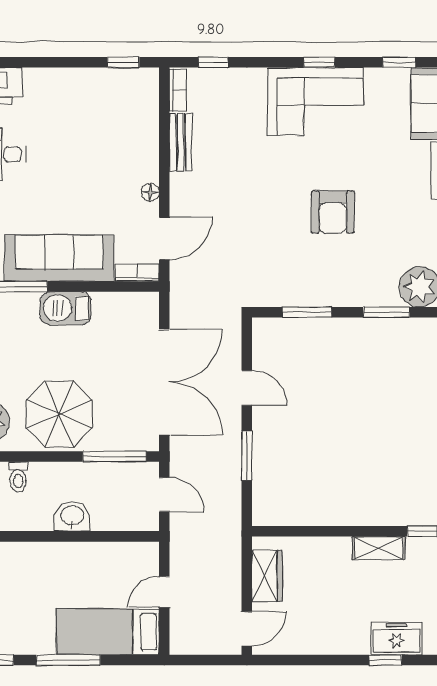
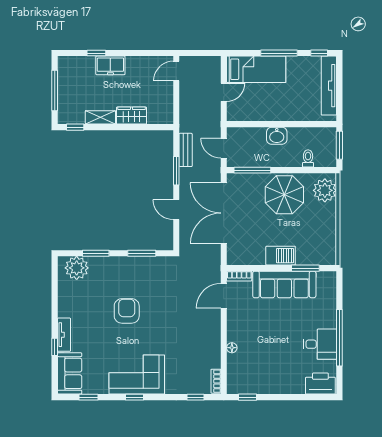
bench: (181, 142) -> (186, 150), moved
floor lamp: (150, 192) -> (232, 348), moved
wardrobe: (267, 576) -> (131, 116), moved, turned 90
freezer: (396, 639) -> (110, 65), moved

